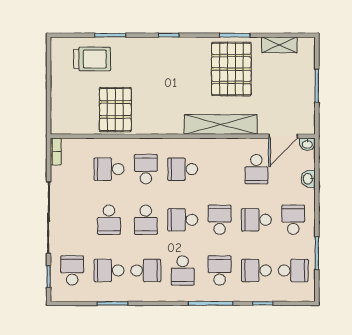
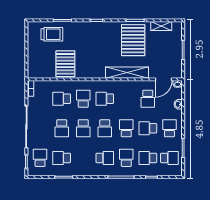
school desk: (183, 220) -> (105, 128), turned -90
school desk: (146, 270) -> (83, 158), removed
school desk: (183, 270) -> (105, 158), turned -90

